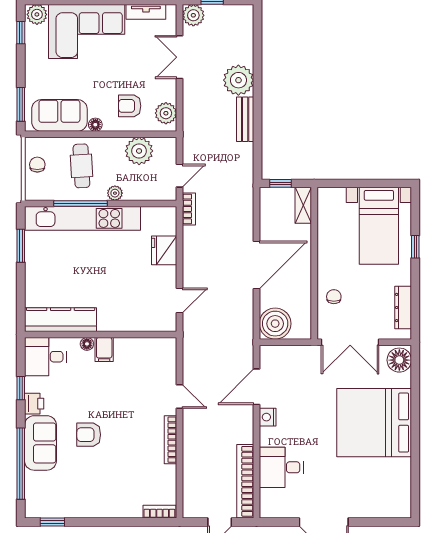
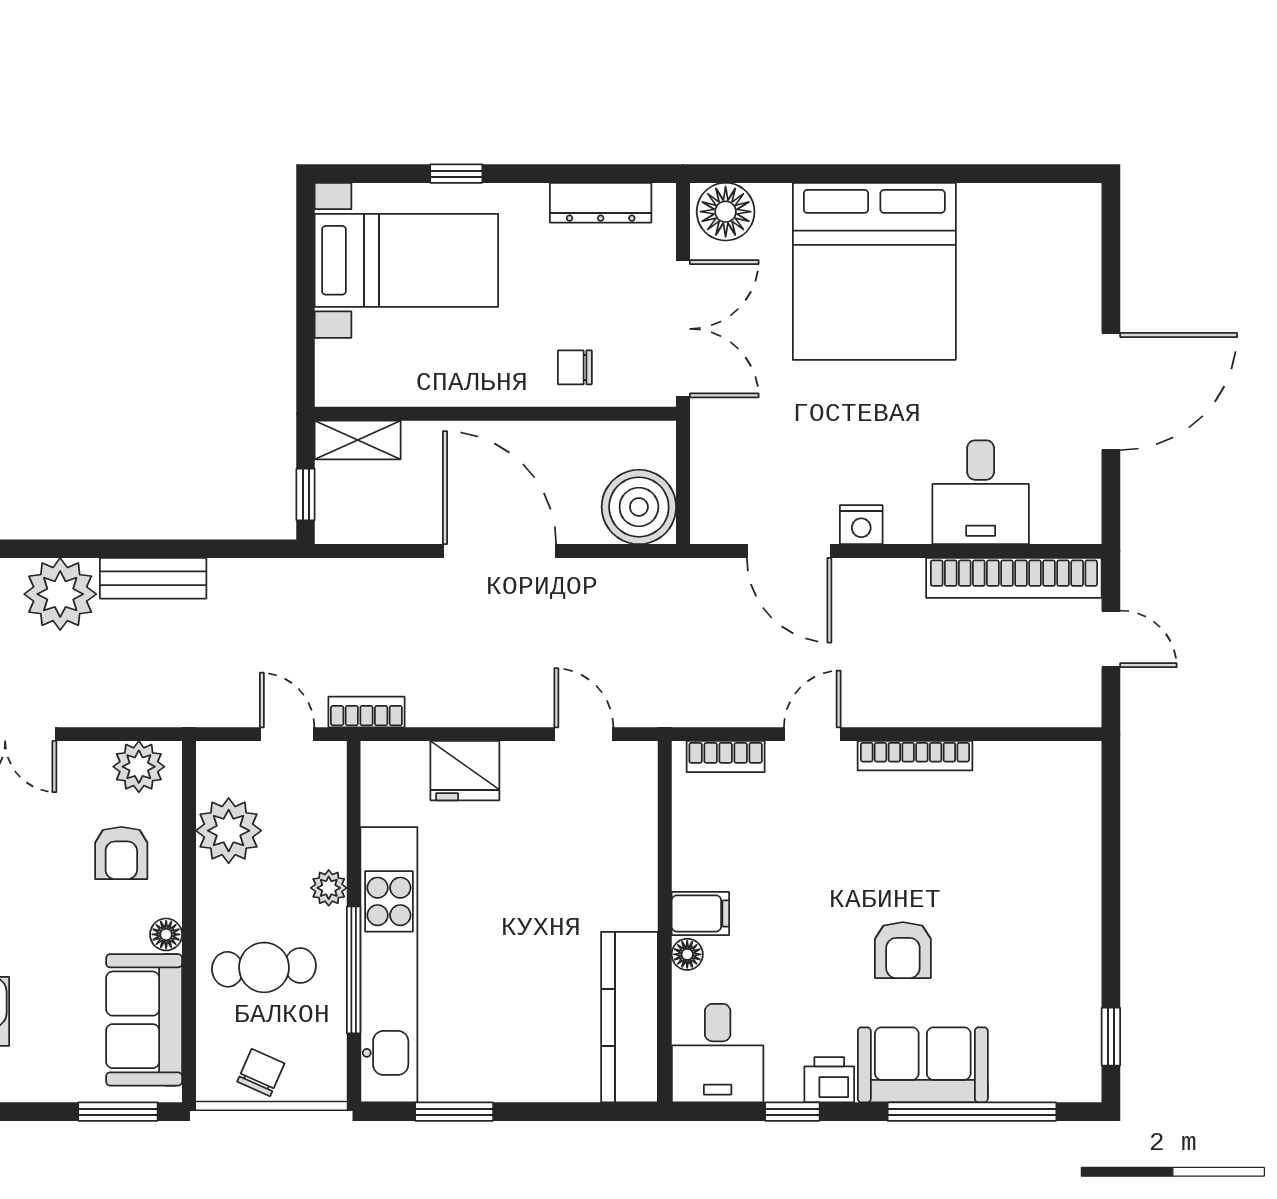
chair: (37, 165) -> (261, 1072), turned 114
bookcase: (159, 512) -> (726, 757), moved, turned -90

